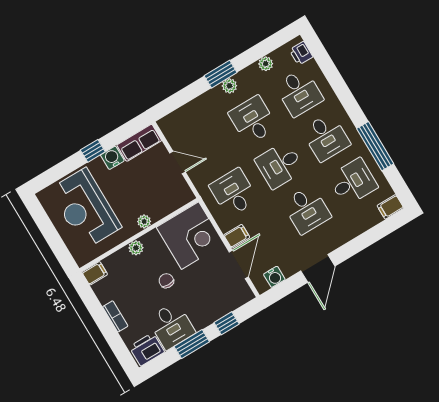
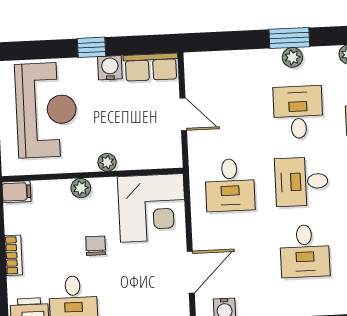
desk: (234, 193) -> (230, 185), turned 180
reception desk: (85, 208) -> (46, 110), turned 180
filing cabinet: (237, 236) -> (206, 238), removed

